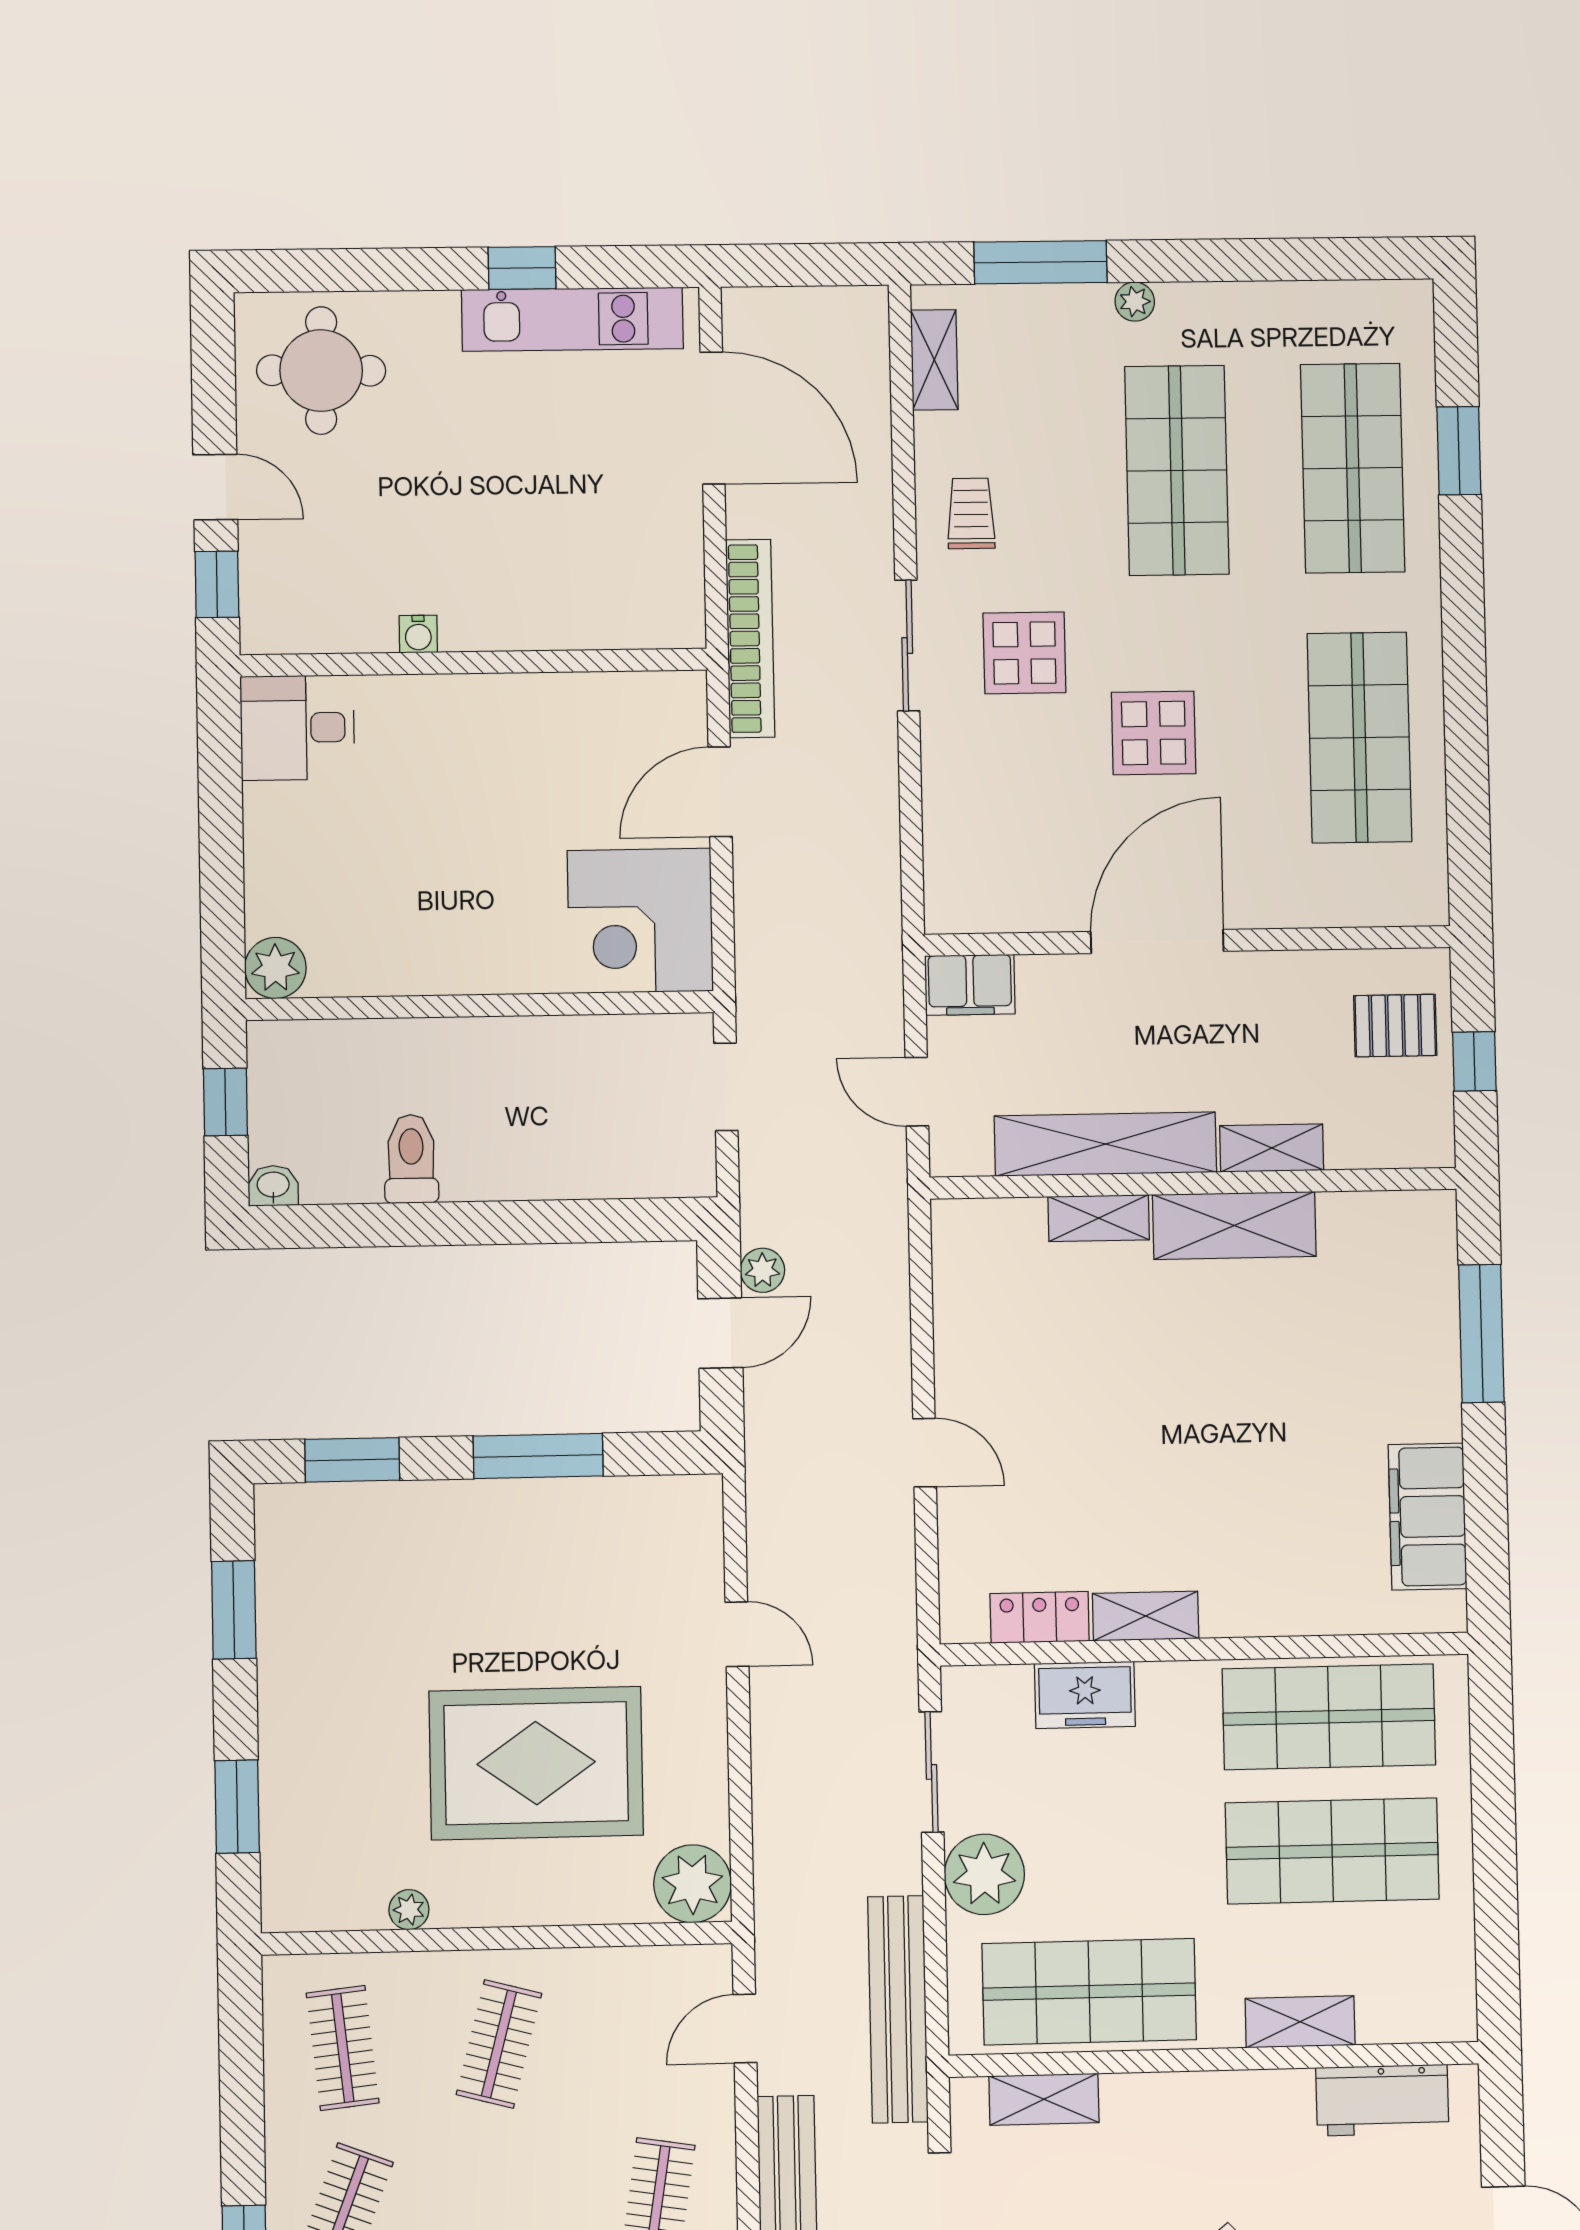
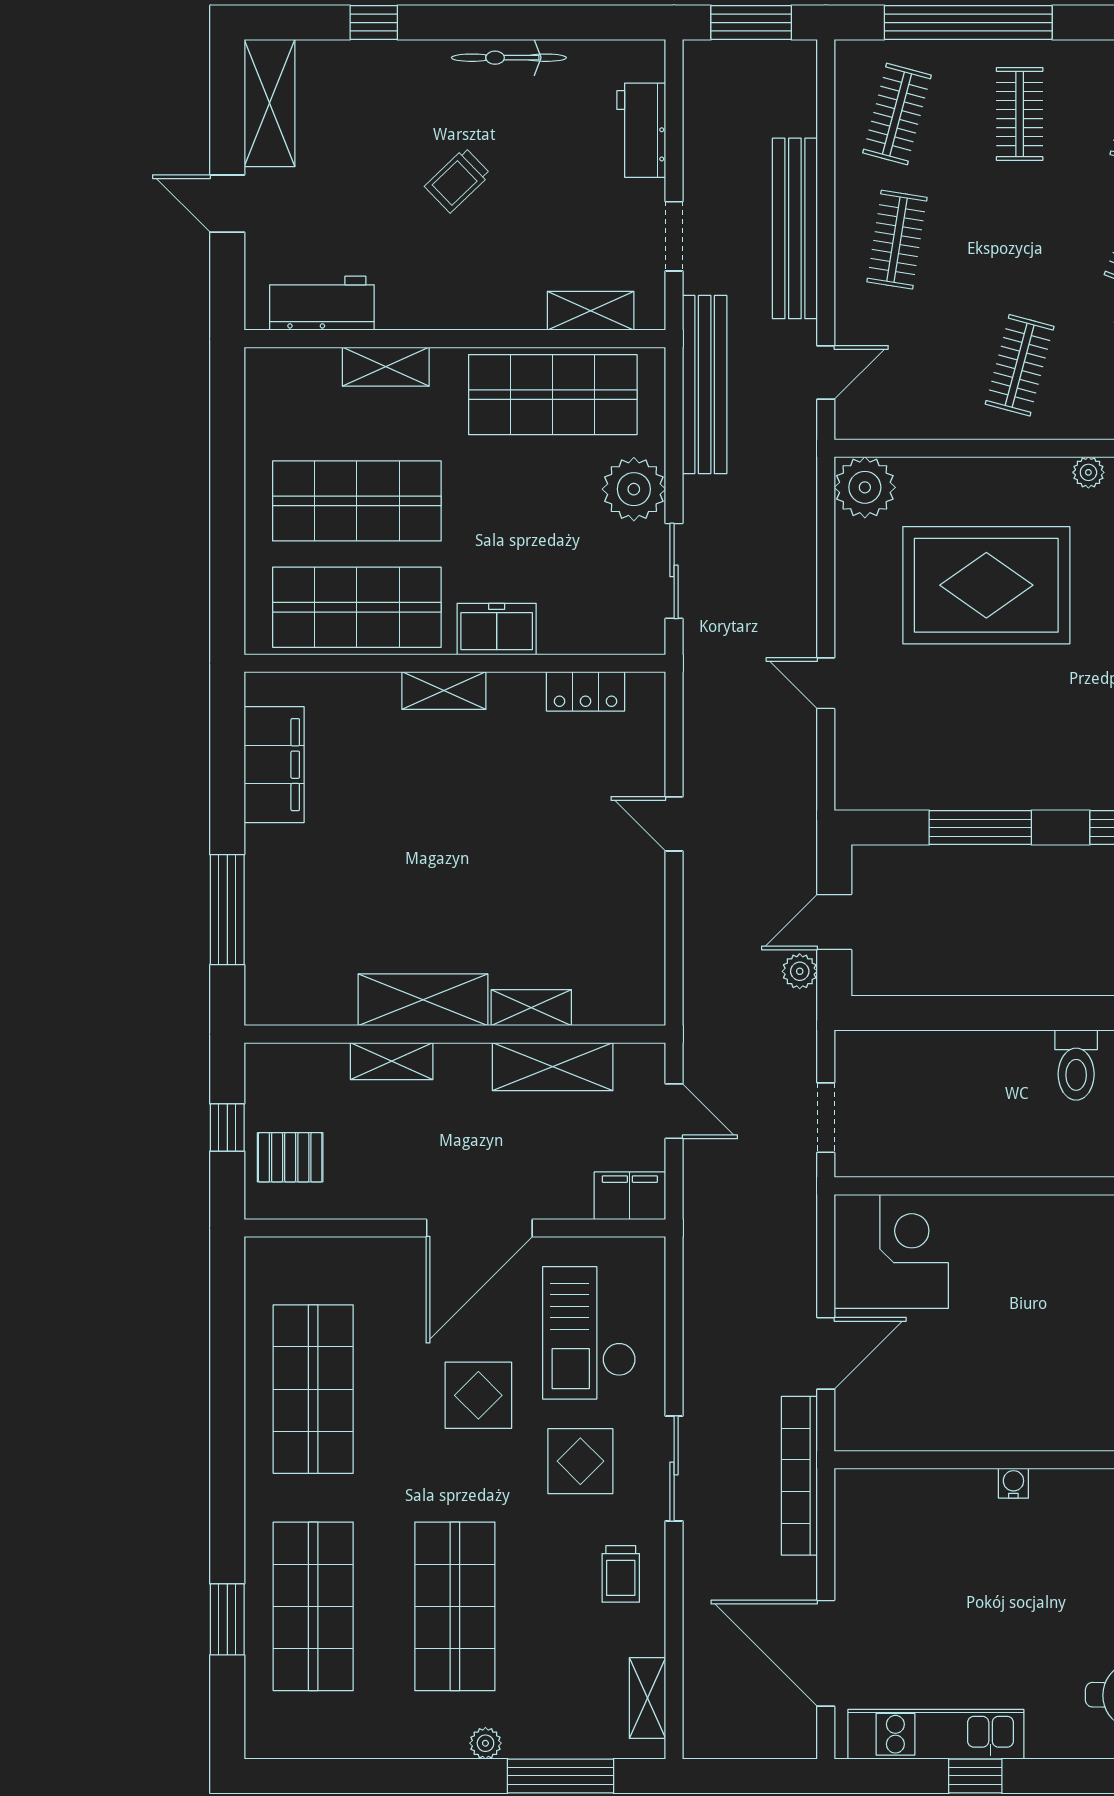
water cooler: (418, 634) -> (1013, 1483), moved
checkout: (1017, 813) -> (589, 1333), added
shelving: (1105, 1144) -> (553, 1067), width x0.68
shelving: (1146, 1616) -> (444, 691), moved
freezer: (1085, 1695) -> (497, 629), moved

